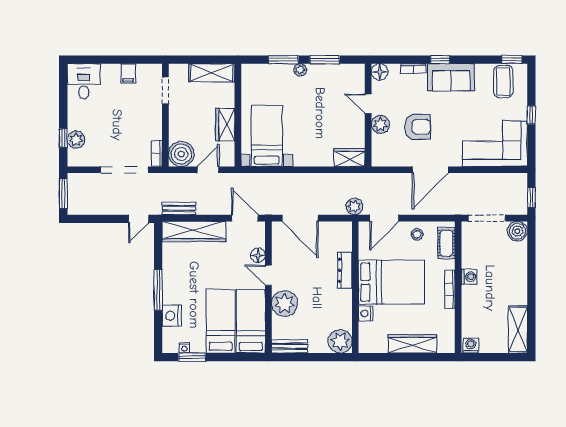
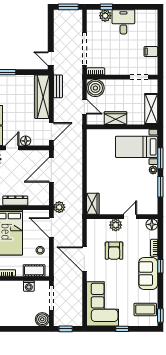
desk: (84, 81) -> (123, 22), moved, turned -90
bed with nightstands: (267, 136) -> (137, 147), moved, turned 180
washing machine: (469, 277) -> (29, 286), moved

